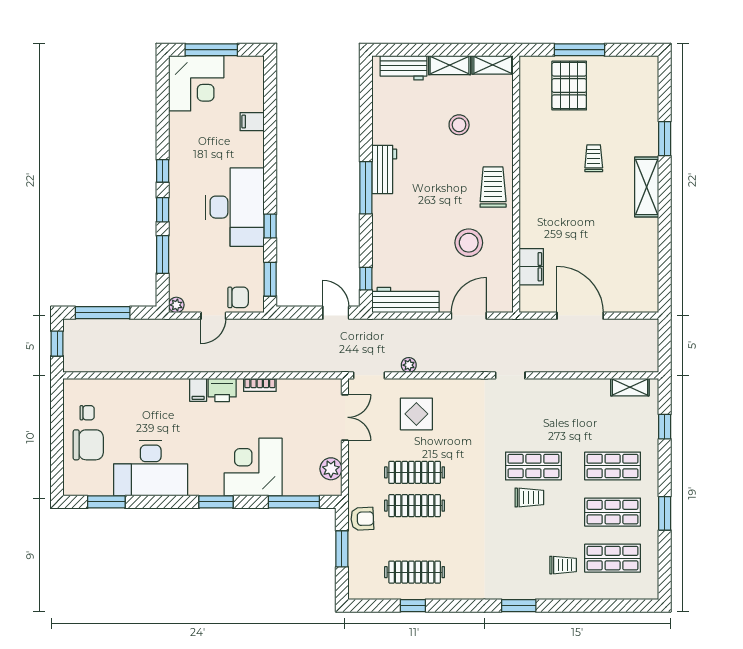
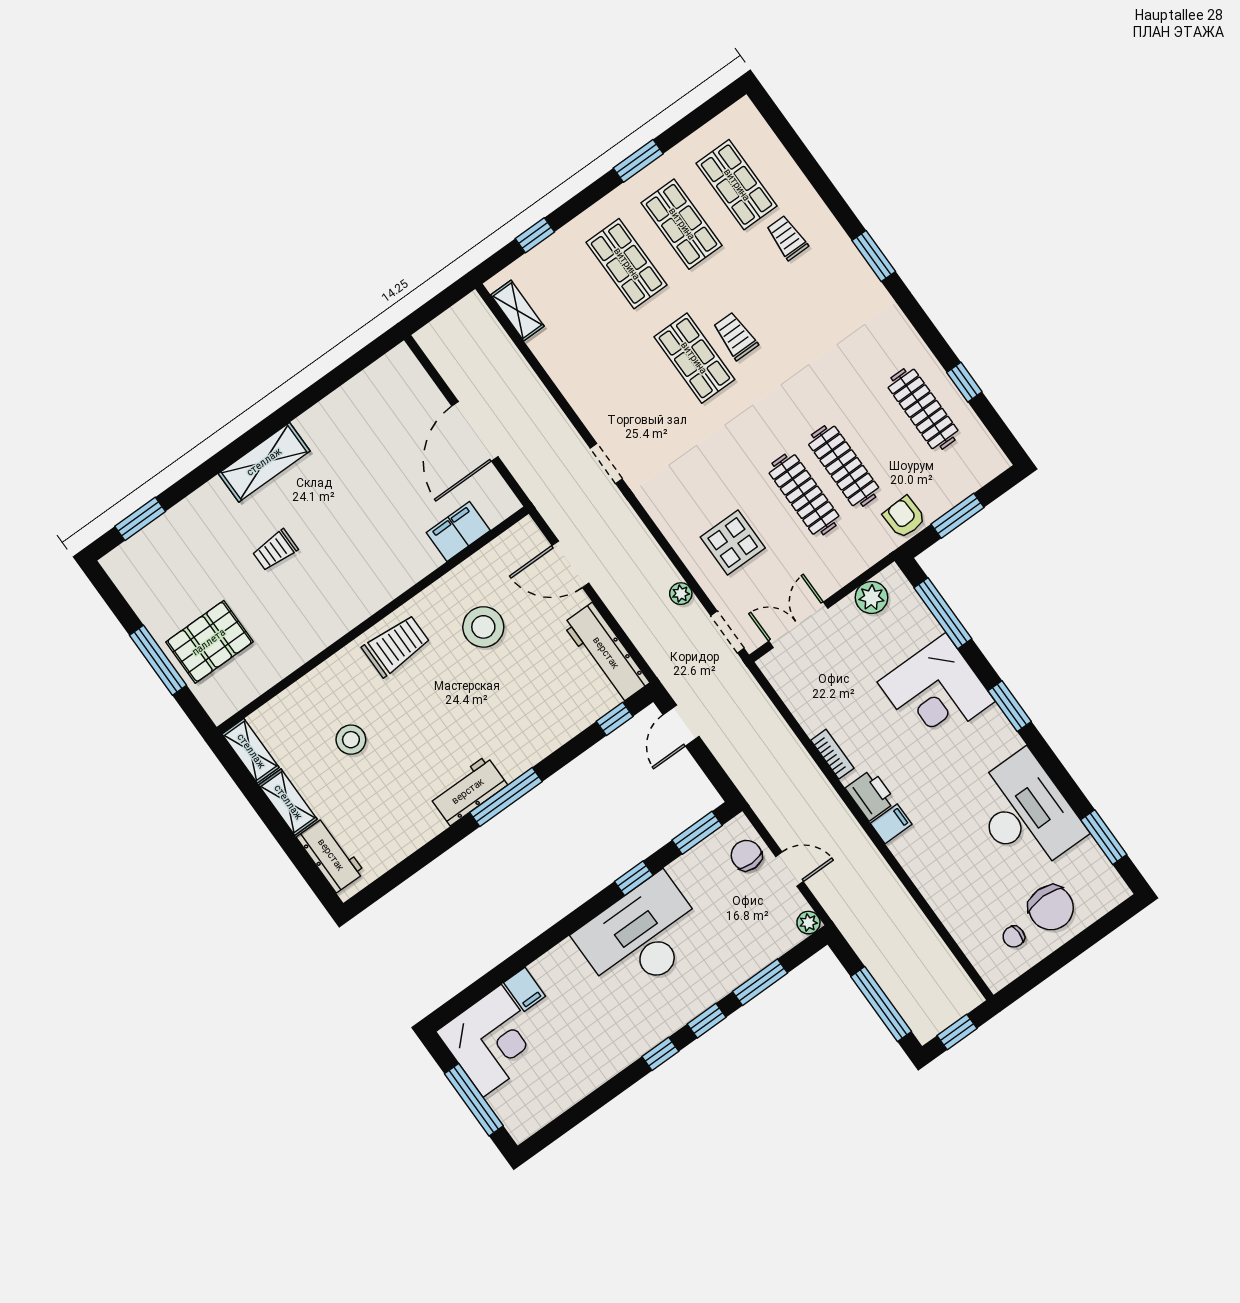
corner desk: (196, 83) -> (492, 1041), moved, turned 90
window: (665, 139) -> (140, 519), moved
trolley: (493, 187) -> (396, 646), turned 180
chair: (87, 413) -> (1014, 937), turned -90
chair: (88, 445) -> (1051, 908), turned 180

